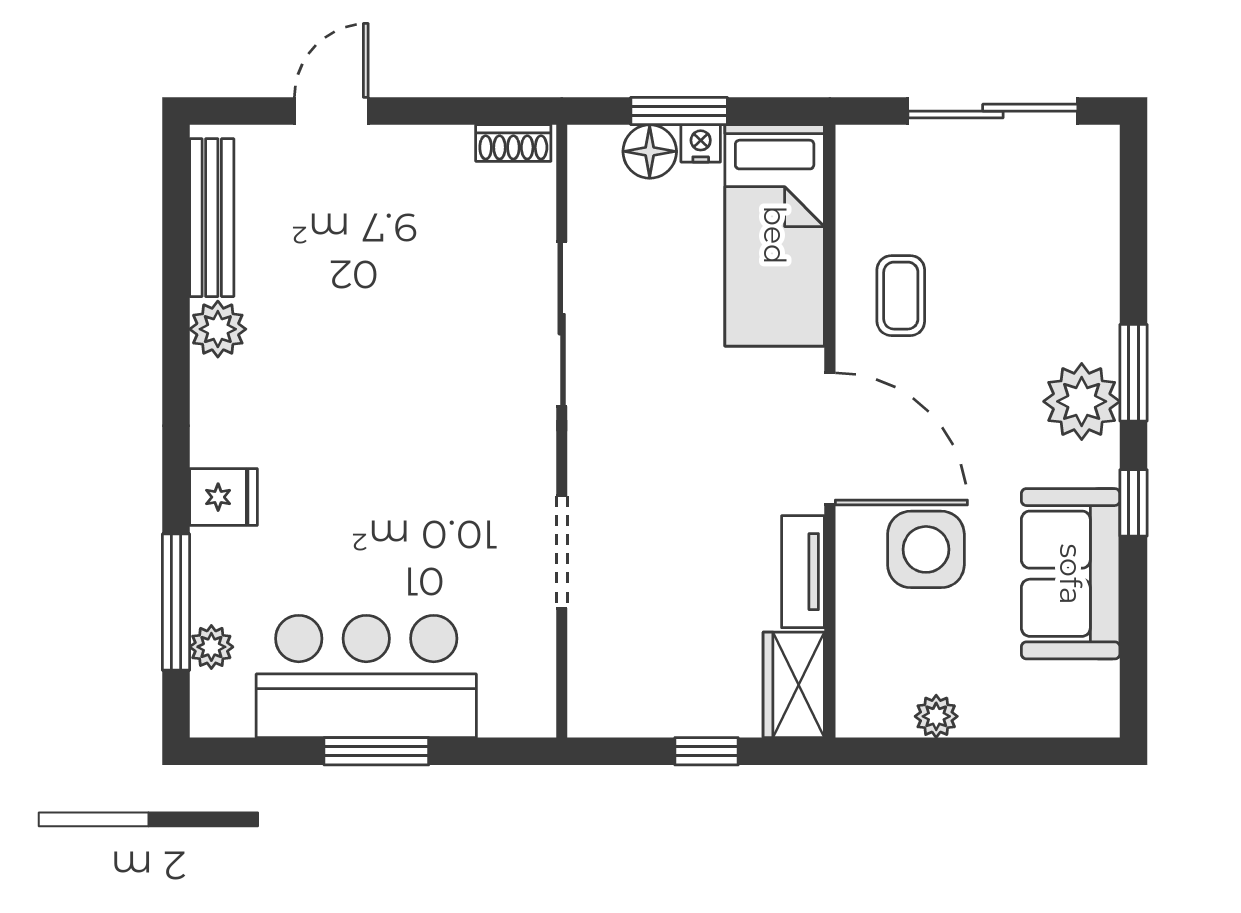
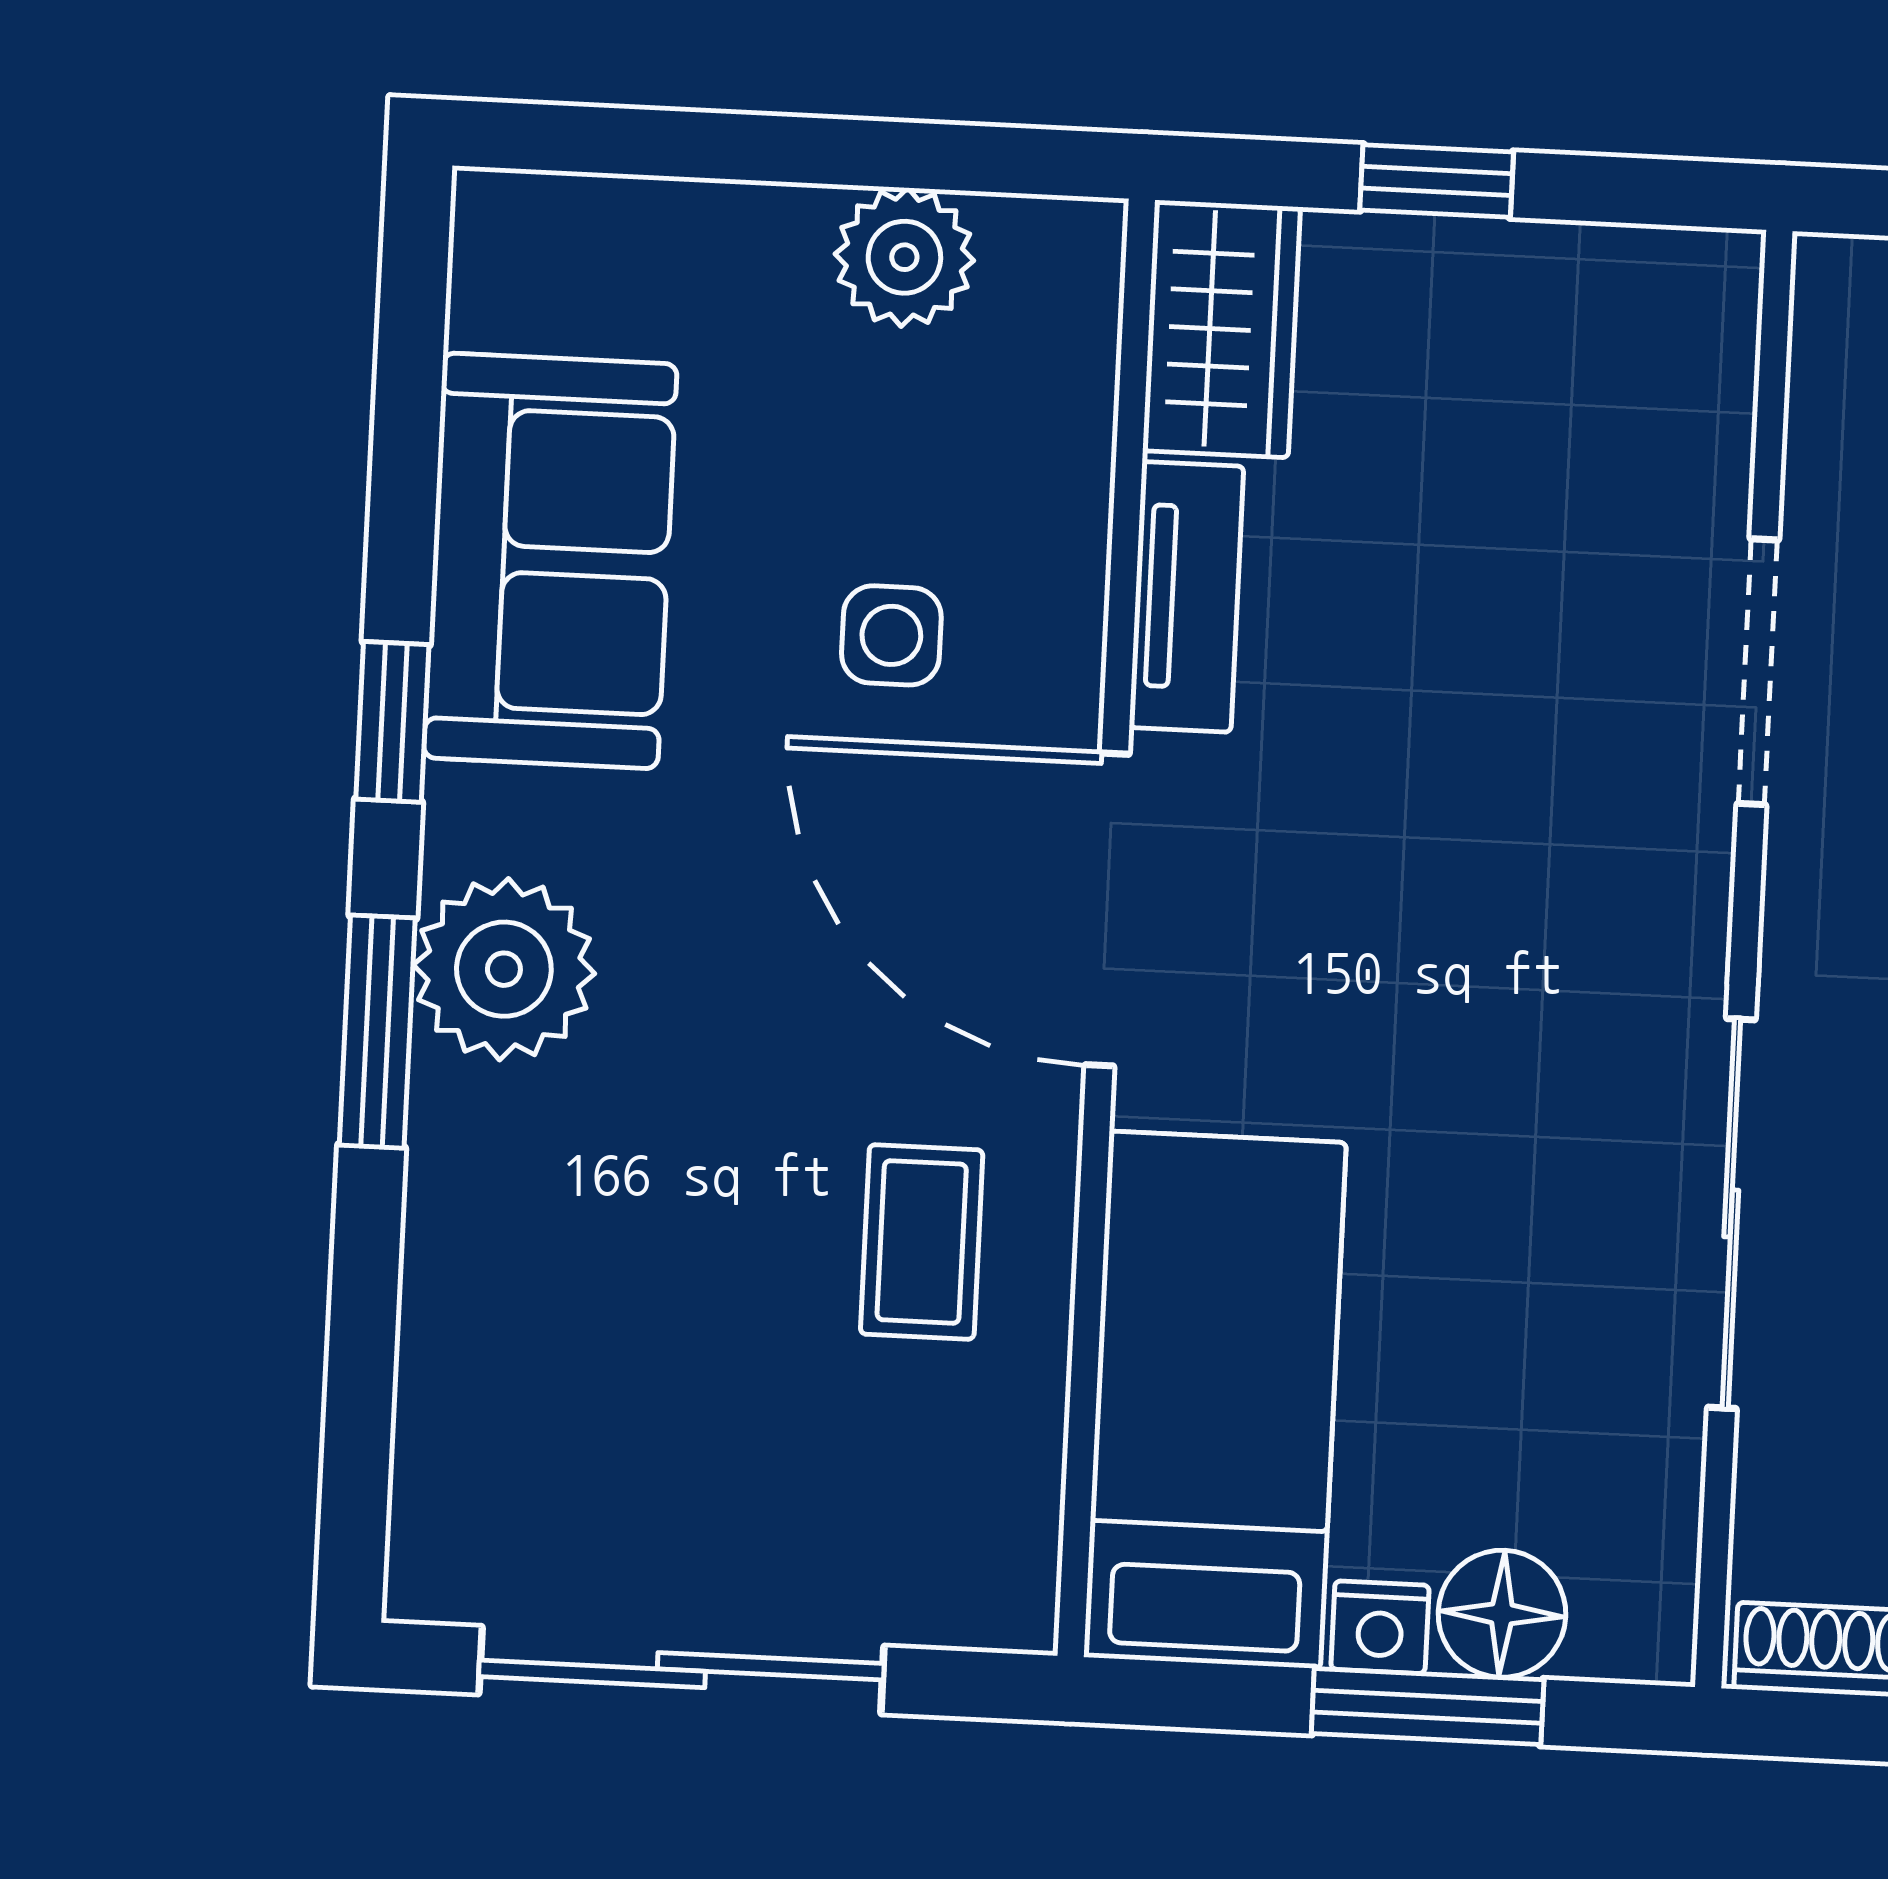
side table: (926, 549) -> (891, 635), width x0.54, depth x0.54
plant: (936, 716) -> (904, 257), width x1.38, depth x1.38

